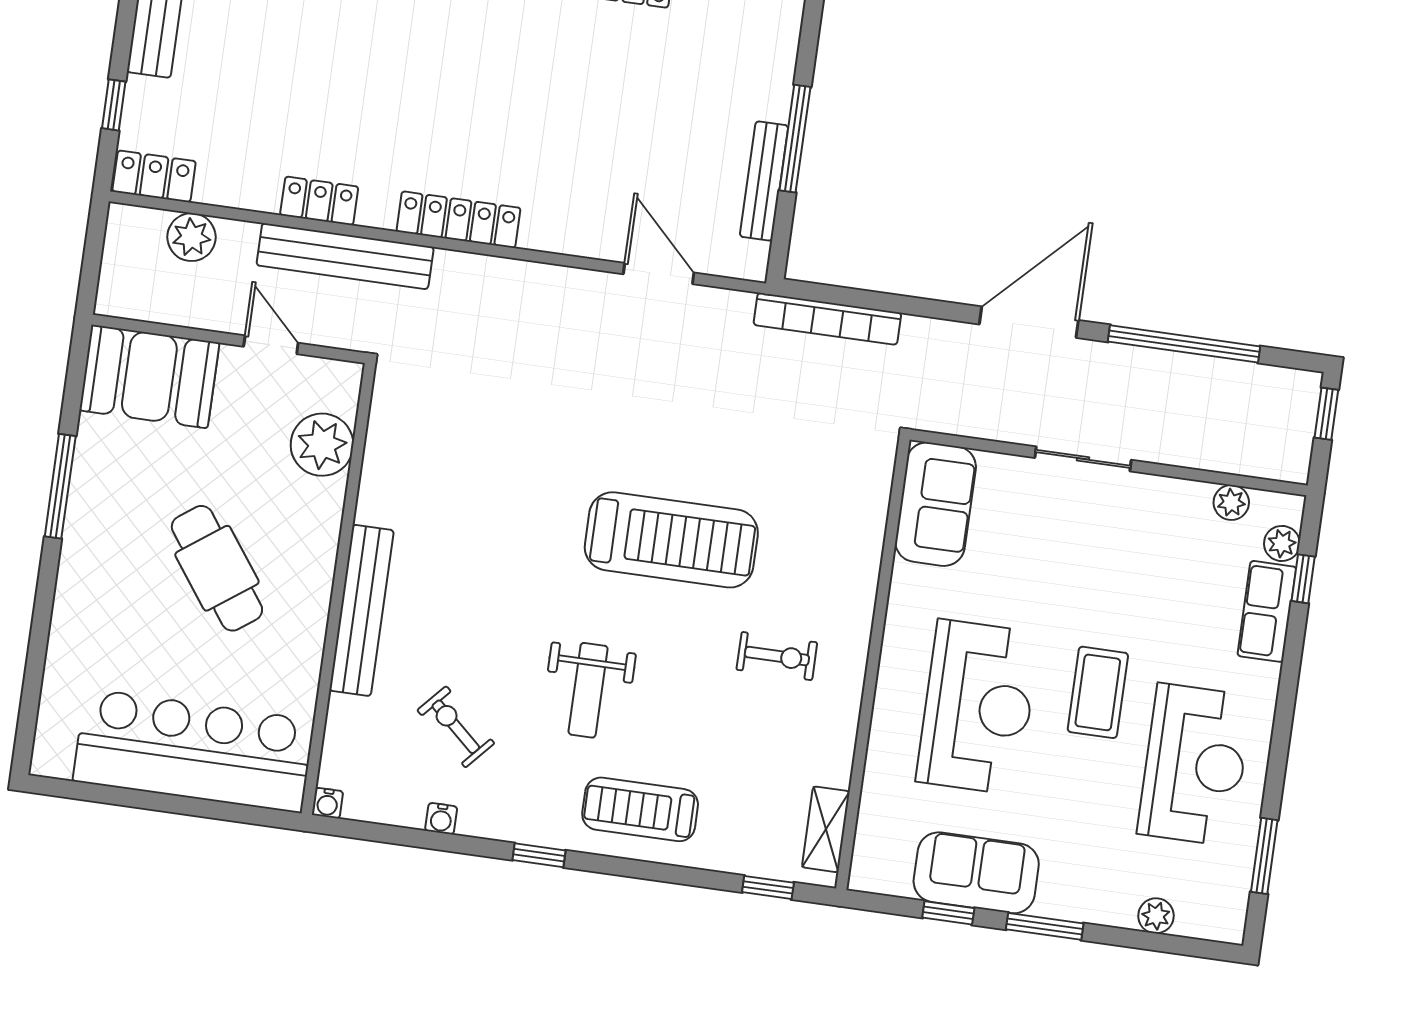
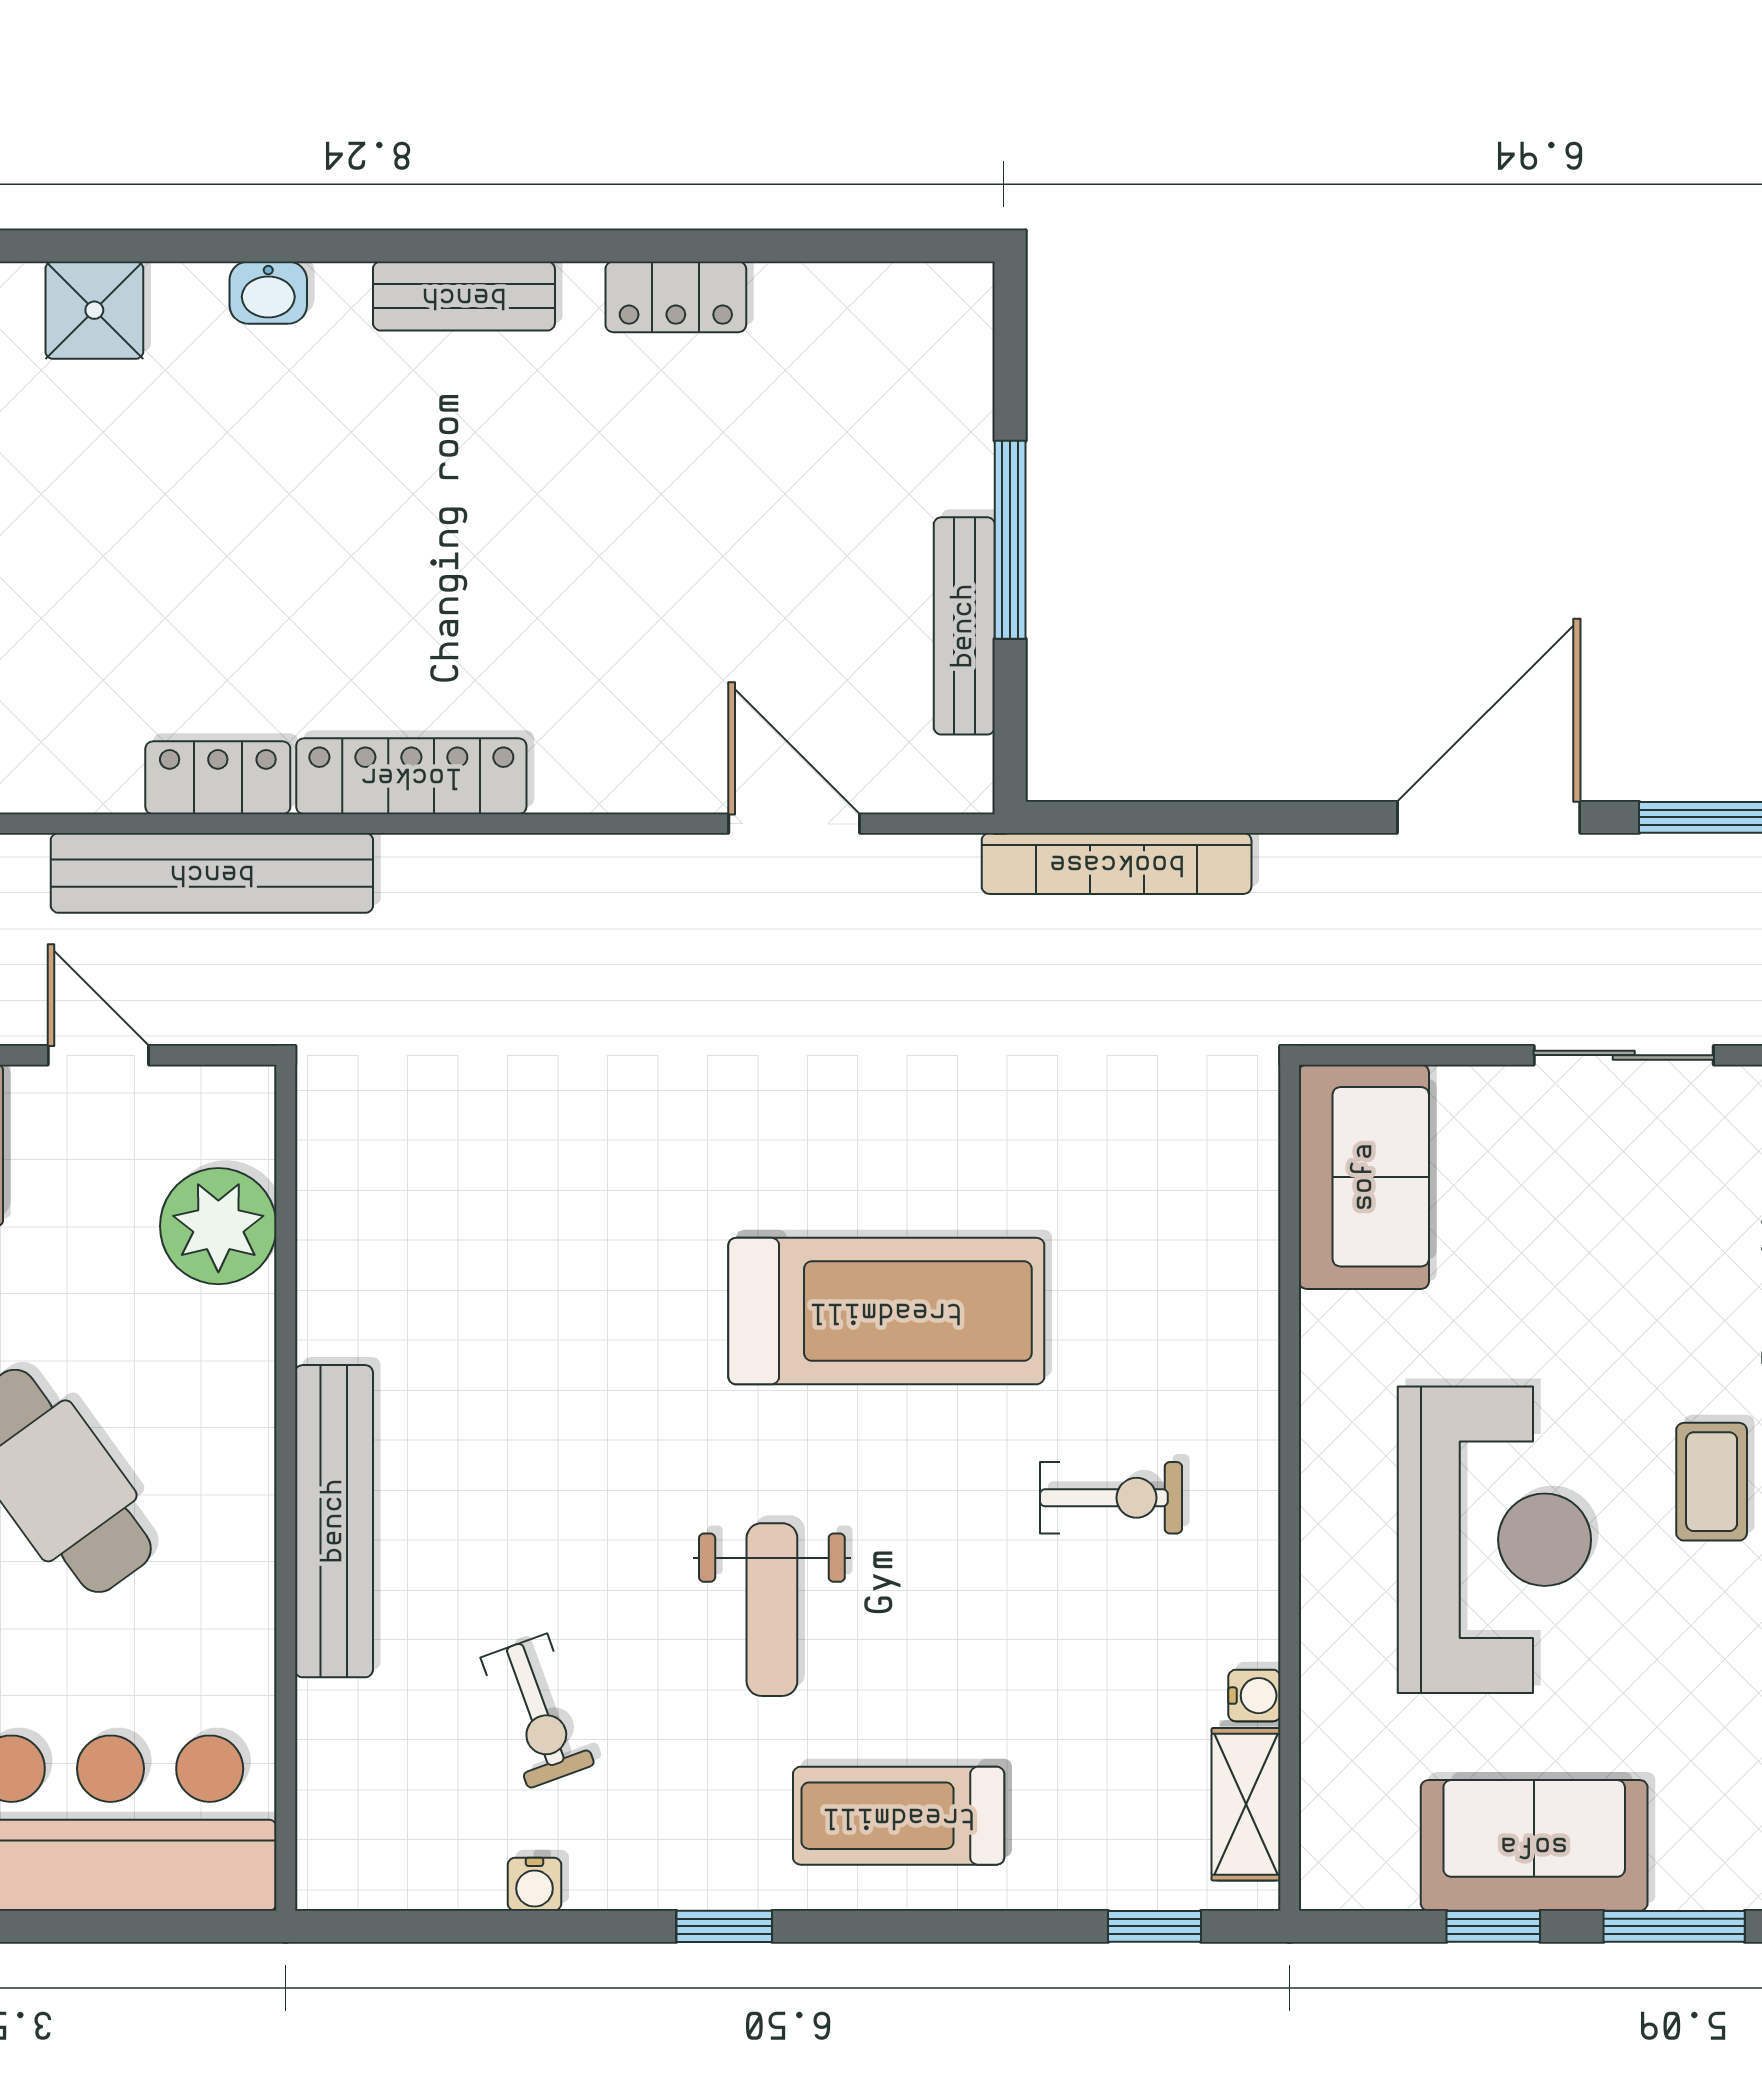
locker: (319, 201) -> (218, 778), moved
coffee table: (1098, 692) -> (1712, 1482), width x0.73, depth x0.77
exercise bike: (456, 727) -> (538, 1711), turned -152
water cooler: (327, 803) -> (1254, 1696), moved, turned -90

